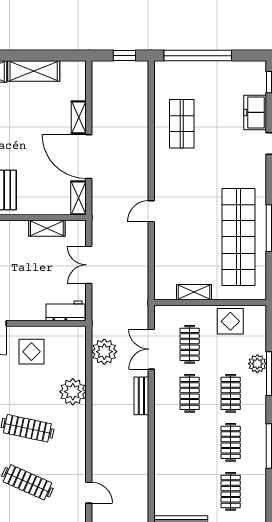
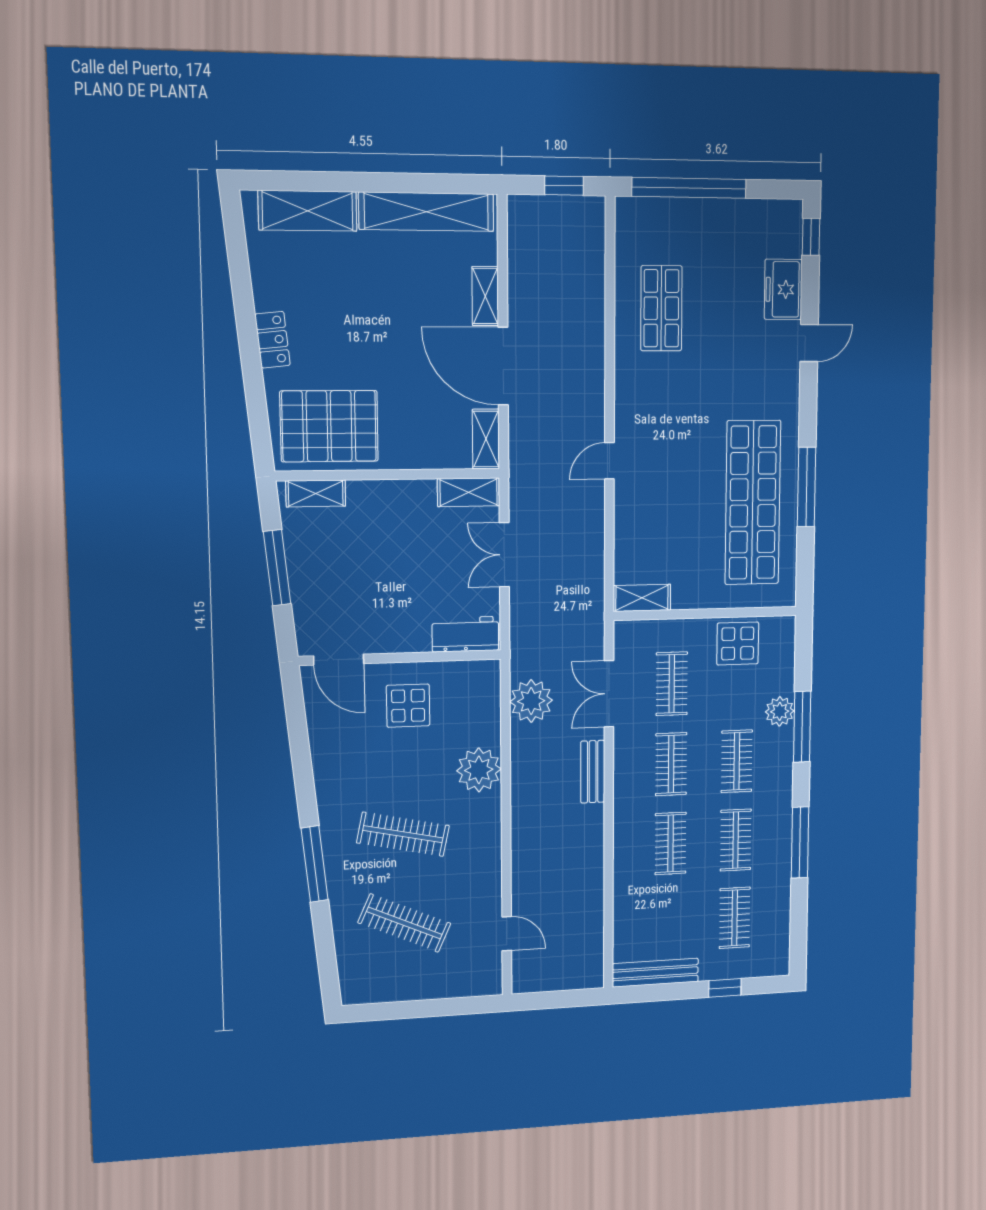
shelving: (34, 71) -> (426, 212), width x1.47
shelving: (47, 228) -> (469, 492), moved
shelving: (194, 292) -> (642, 598), moved
clothes rail: (190, 442) -> (671, 843), added

